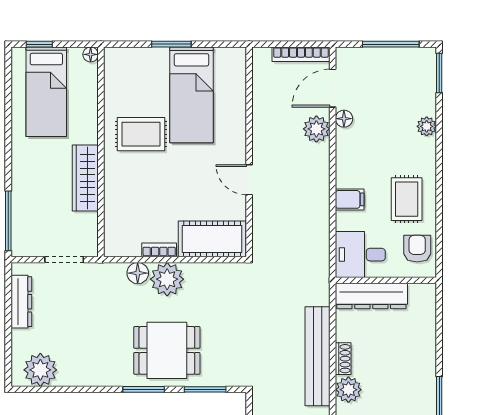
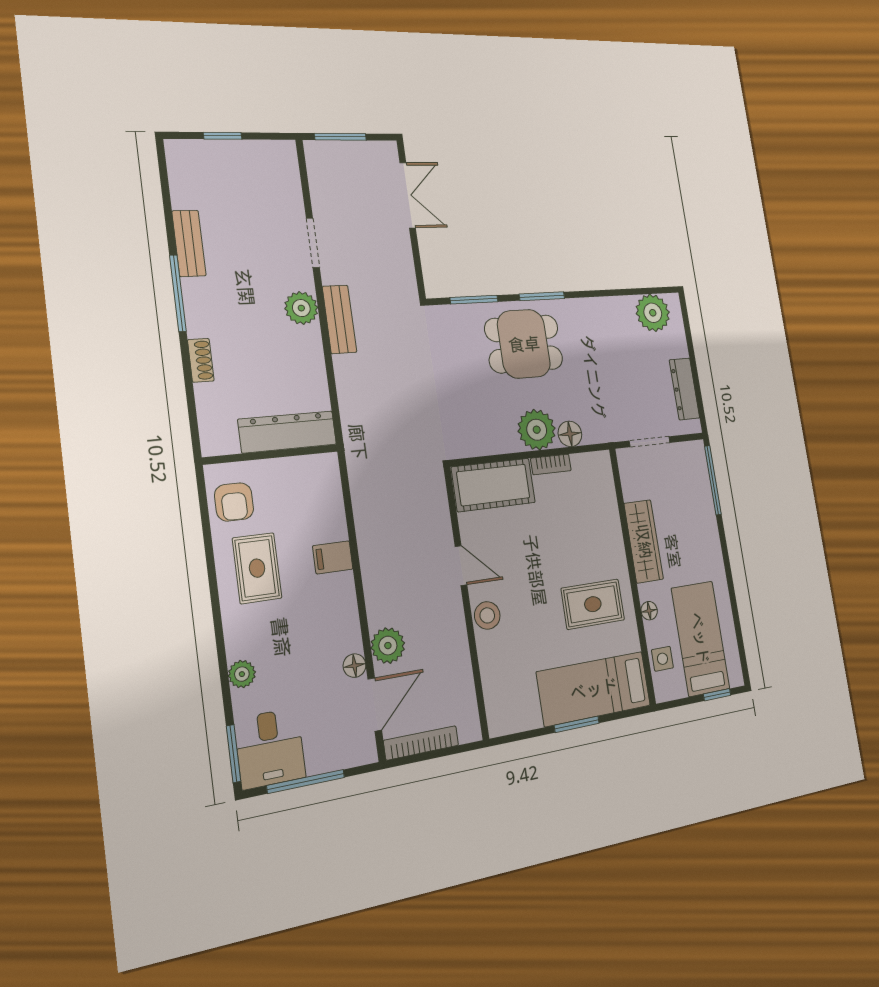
floor lamp: (91, 54) -> (649, 611), moved
side table: (85, 81) -> (662, 659), added
bed: (191, 95) -> (594, 689), moved, turned -90
stool: (233, 139) -> (487, 615), added
desk: (360, 255) -> (270, 748), moved, turned 90
bench: (317, 356) -> (339, 319), width x0.54, depth x0.82
shoe rack: (343, 359) -> (201, 360), moved, turned 180

